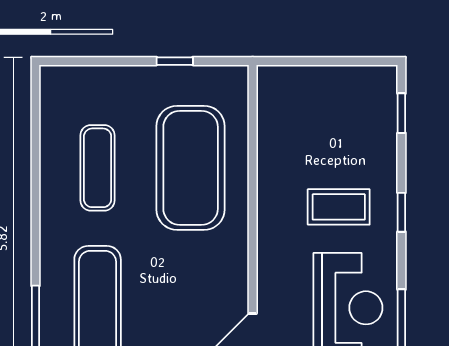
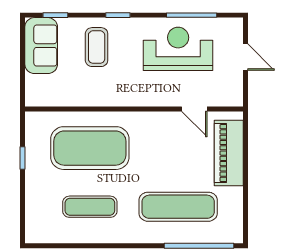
sofa: (353, 91) -> (41, 46), added
coffee table: (339, 207) -> (97, 47), moved

